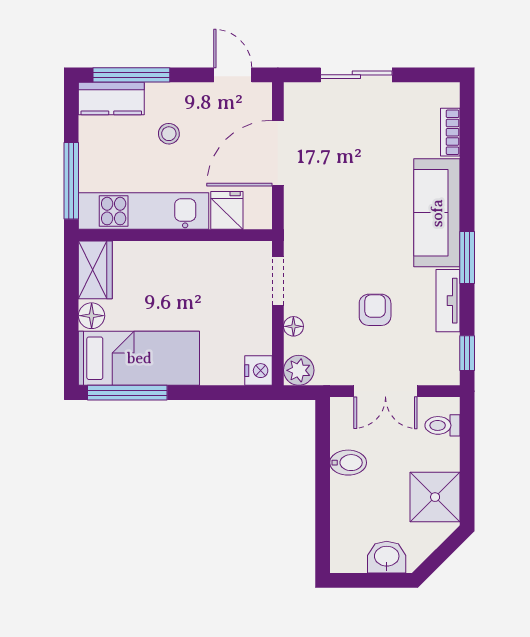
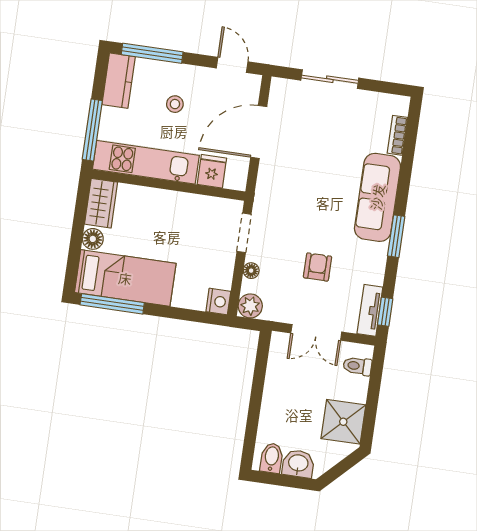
kitchen counter: (111, 98) -> (119, 81), moved, turned -90
tv unit: (448, 301) -> (370, 310), moved
bidet: (348, 463) -> (272, 458), moved, turned -90

